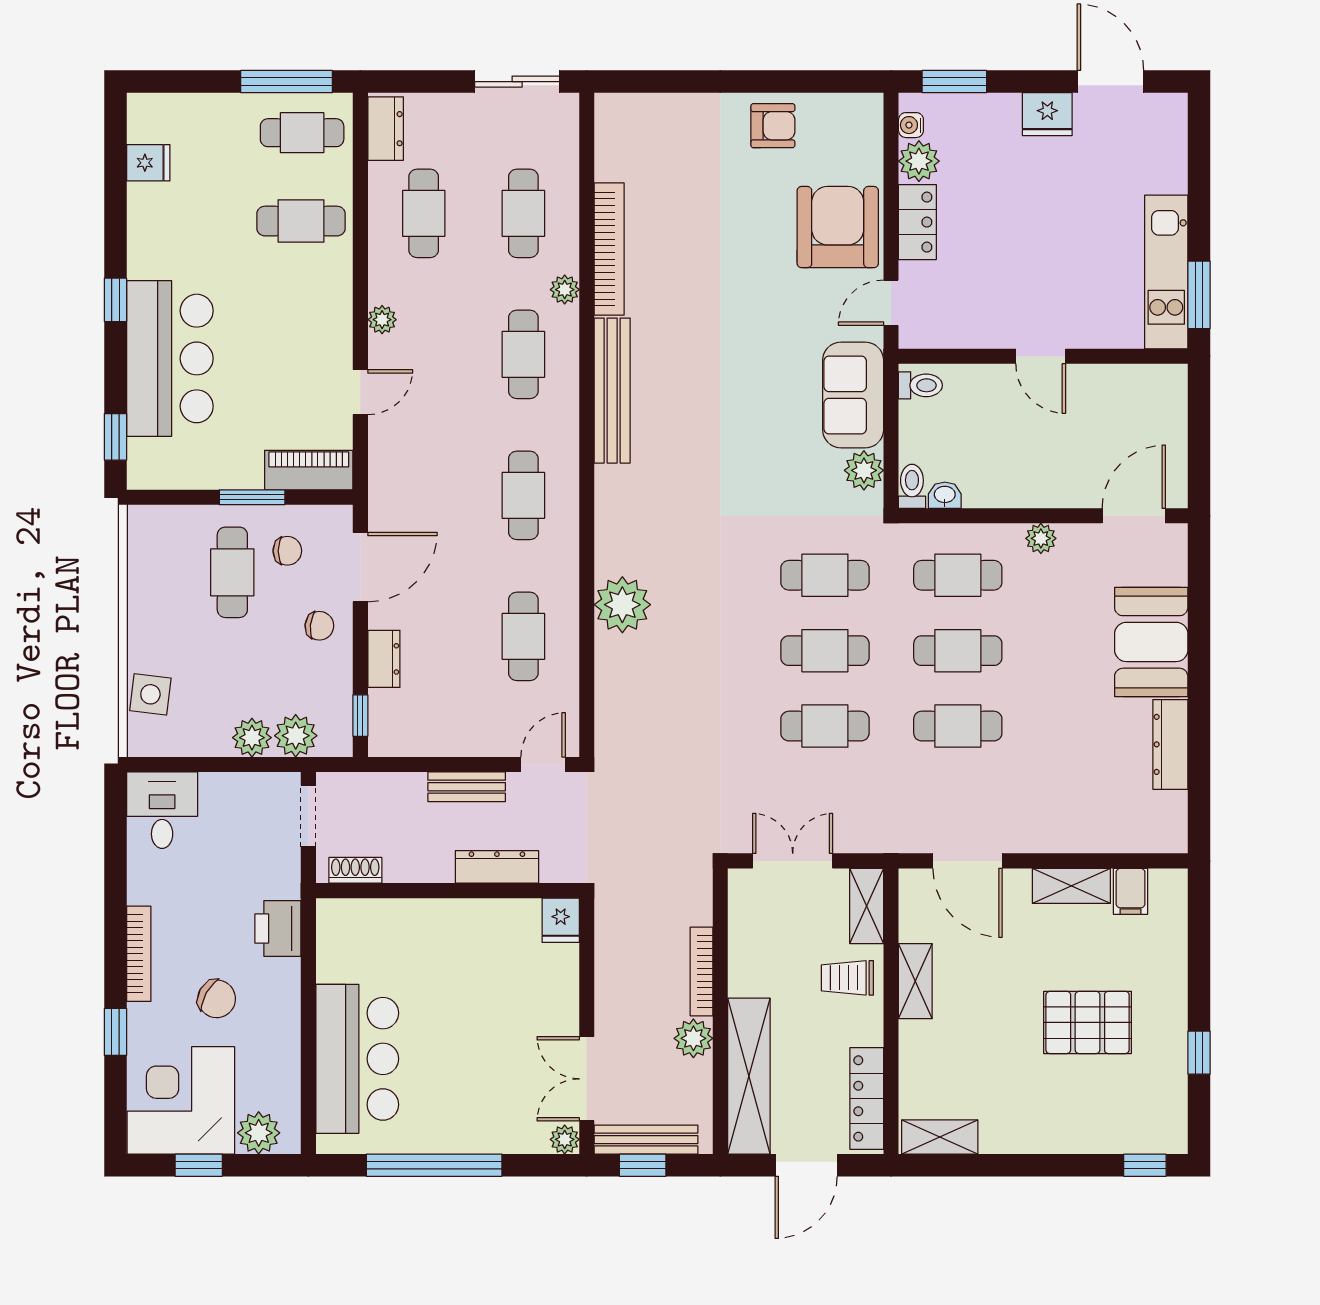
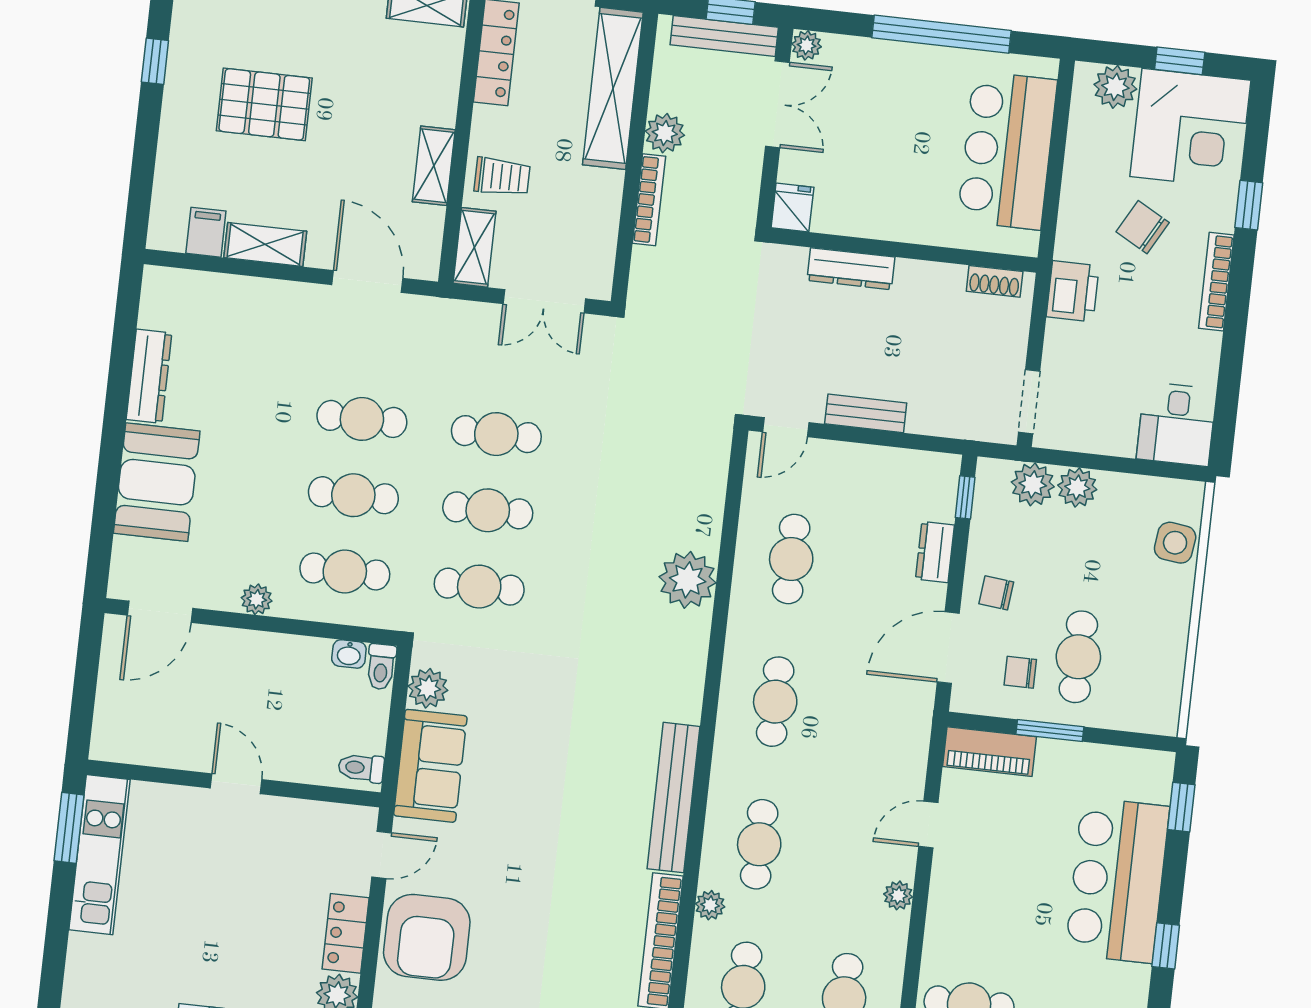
dresser: (497, 867) -> (851, 269), moved
shoe rack: (355, 870) -> (995, 281), moved
wall: (448, 891) -> (904, 250), moved
fridge: (561, 920) -> (792, 208), moved

